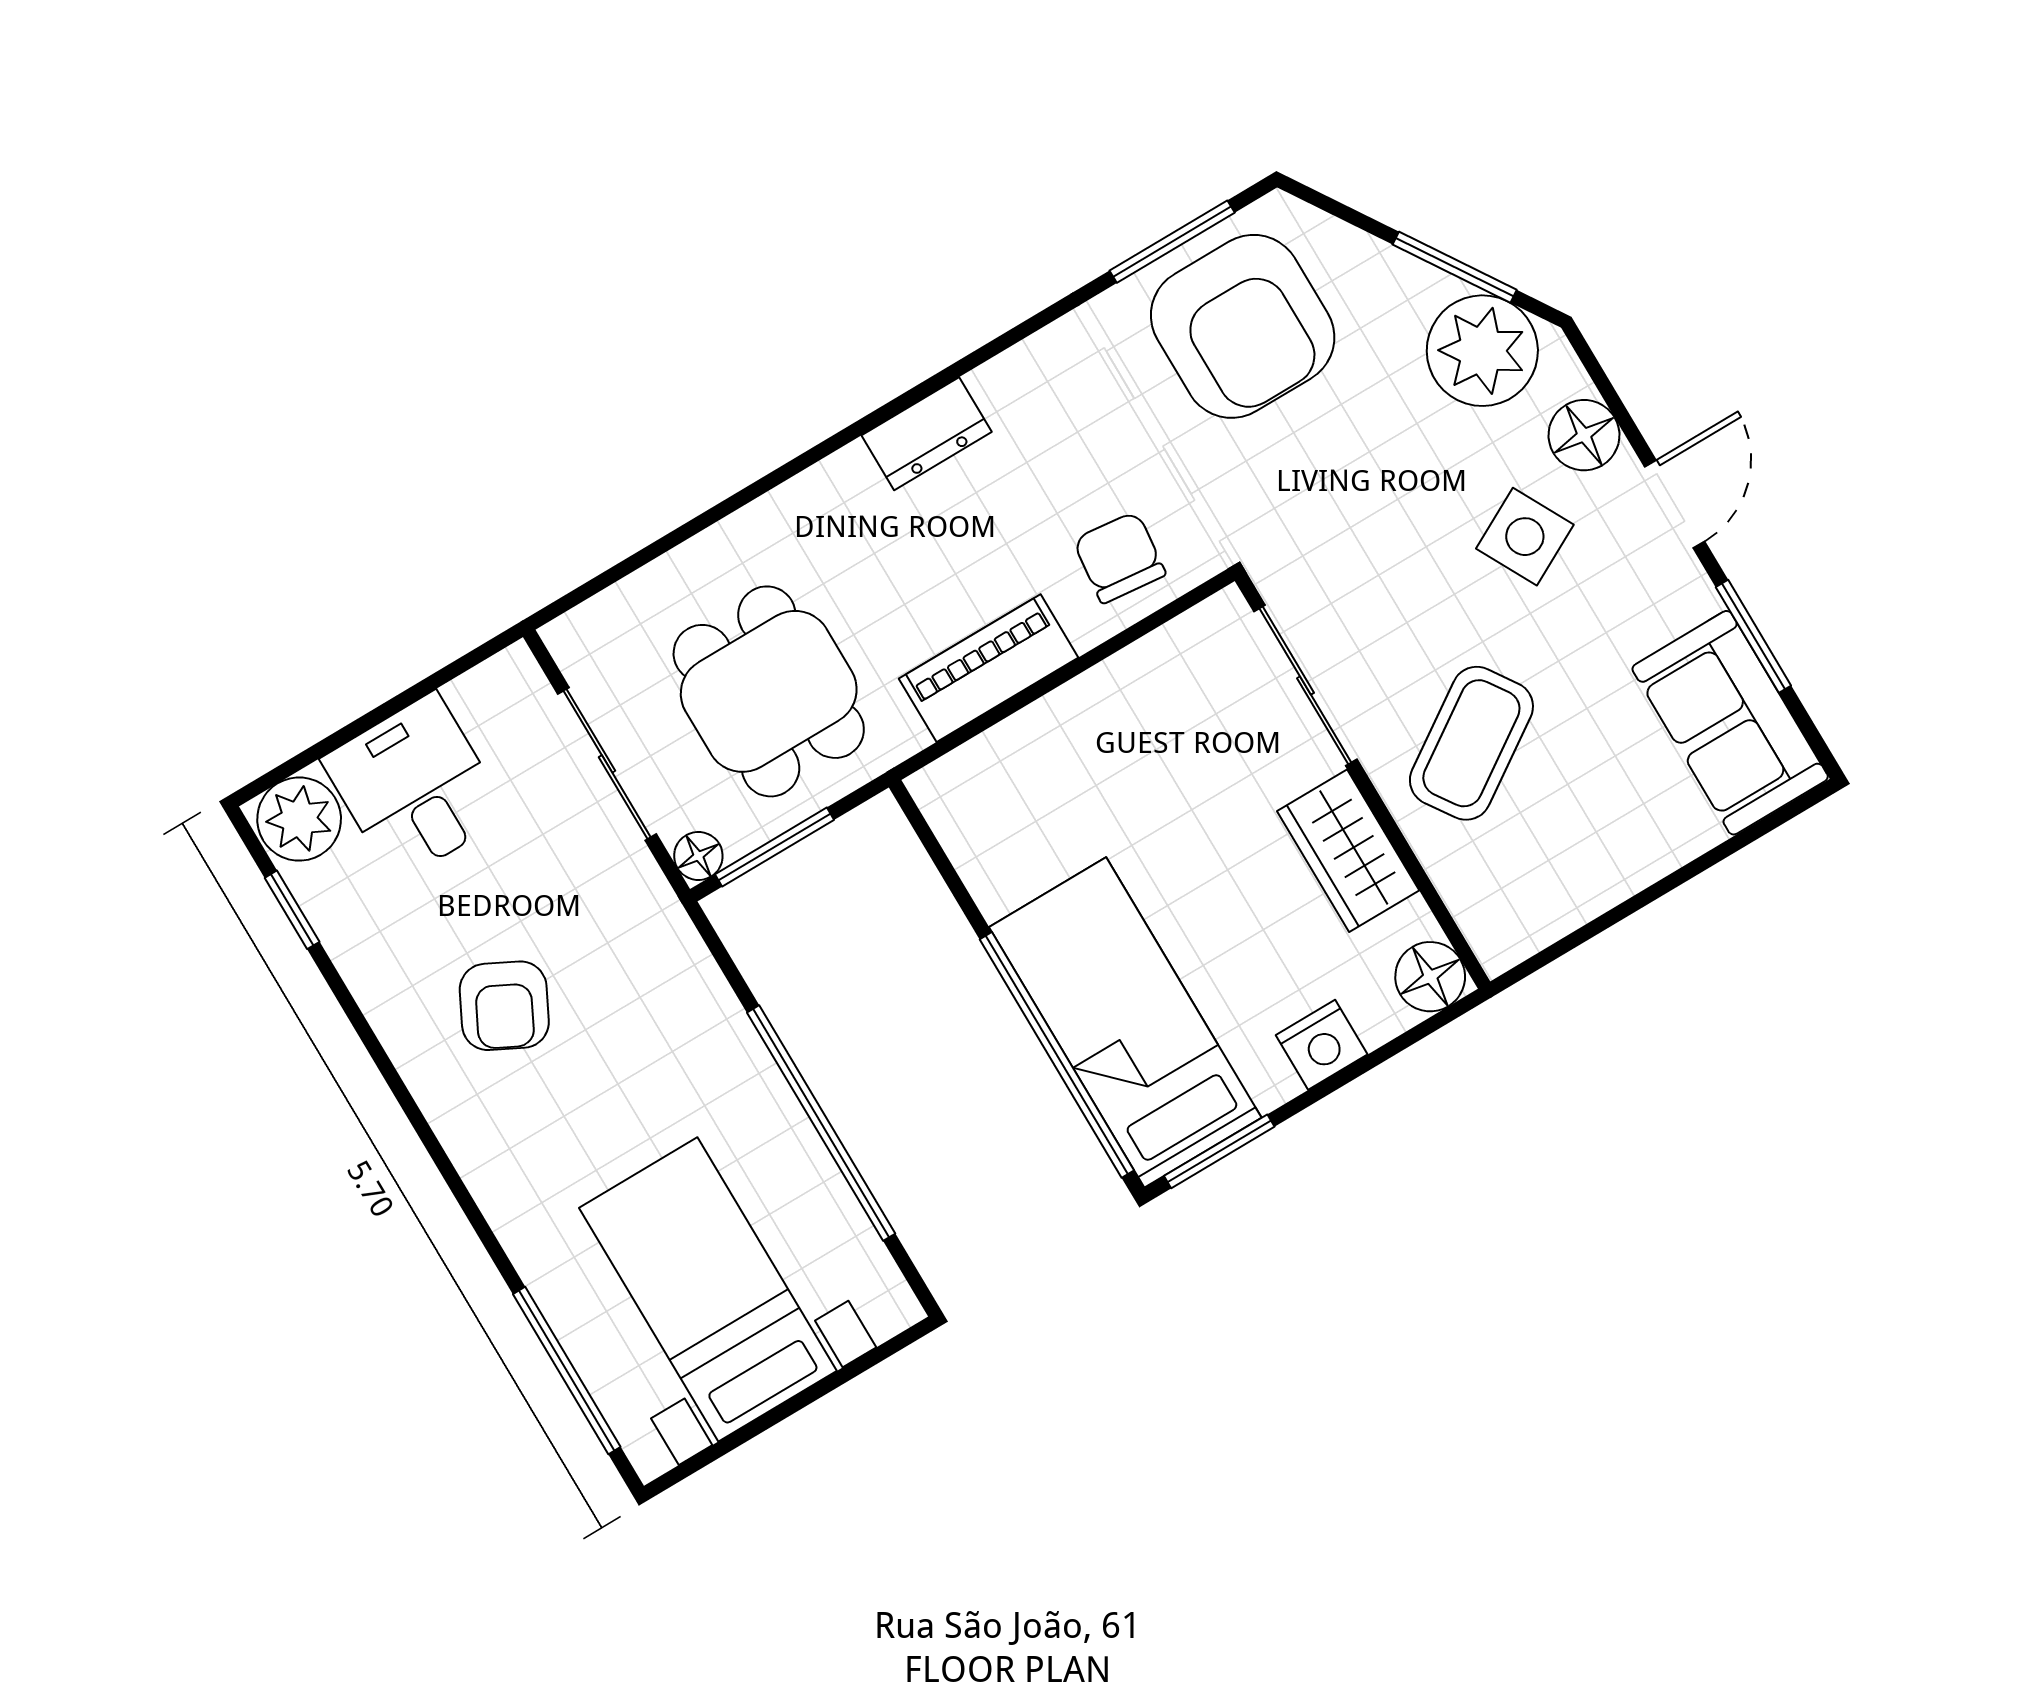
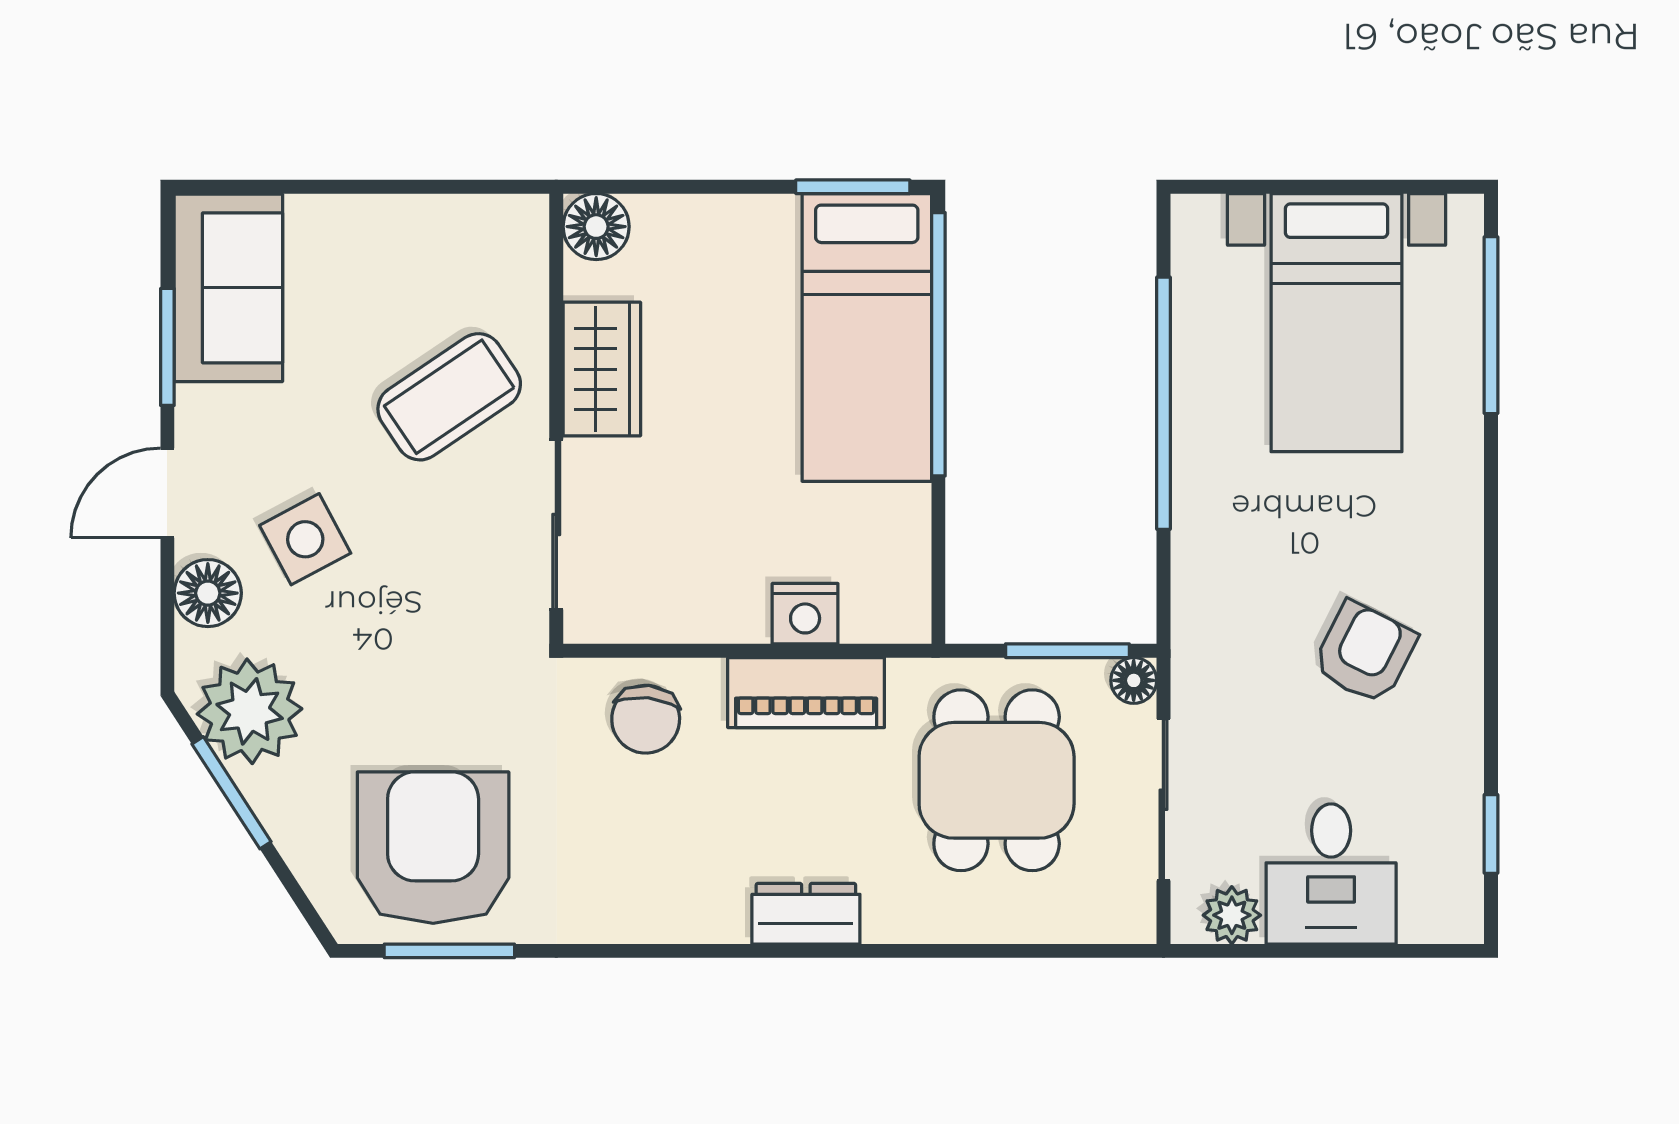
dresser: (927, 434) -> (806, 914), moved
plant: (299, 819) -> (1232, 915), moved, width x0.73, depth x0.73
nightstand: (1322, 1045) -> (805, 614), moved, turned 180

